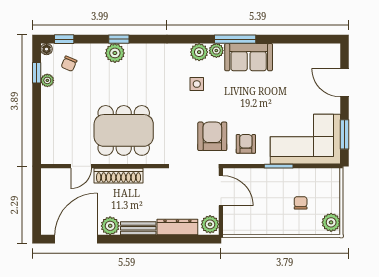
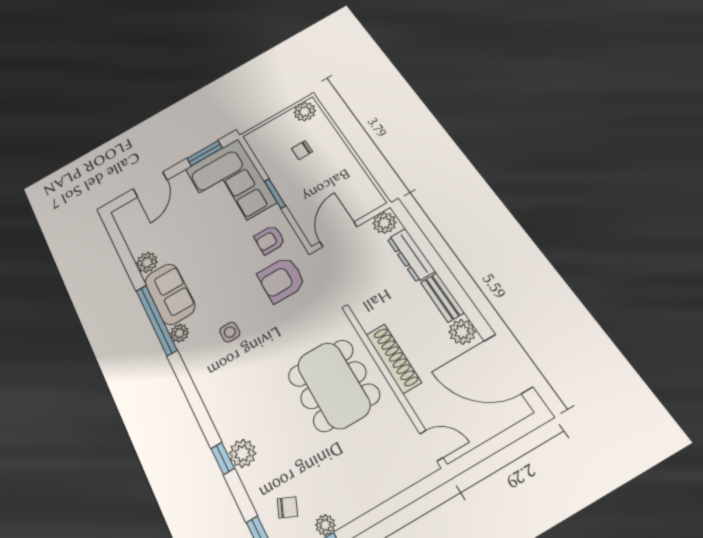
window: (235, 39) -> (156, 320), width x1.46
plant: (199, 52) -> (147, 262), moved
door: (81, 166) -> (431, 446), moved

